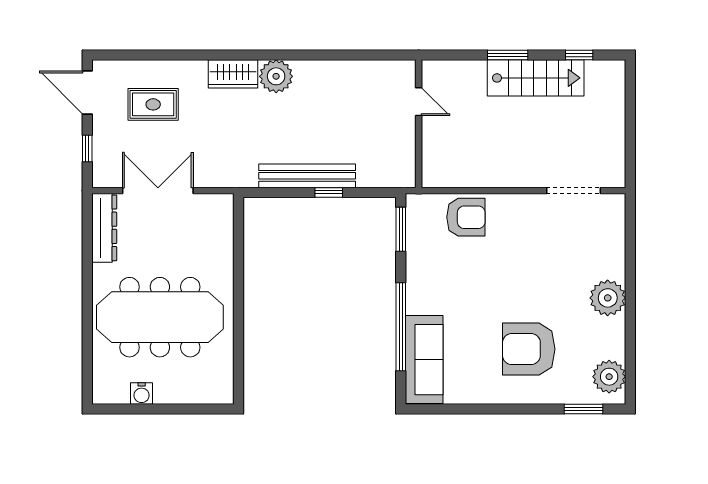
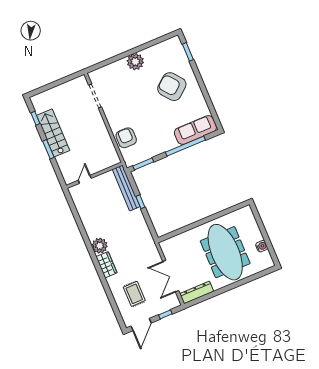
bench: (307, 176) -> (126, 188), moved
armchair: (529, 349) -> (172, 87), turned 141
plant: (609, 377) -> (169, 47), removed

